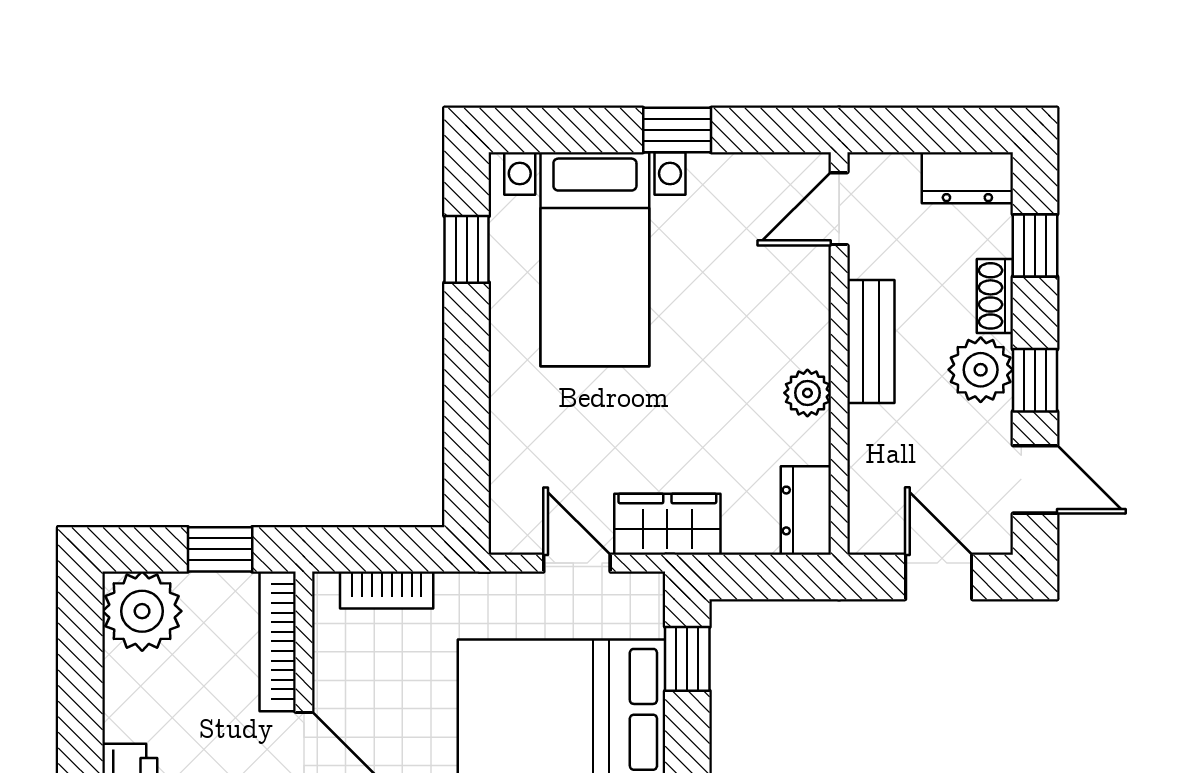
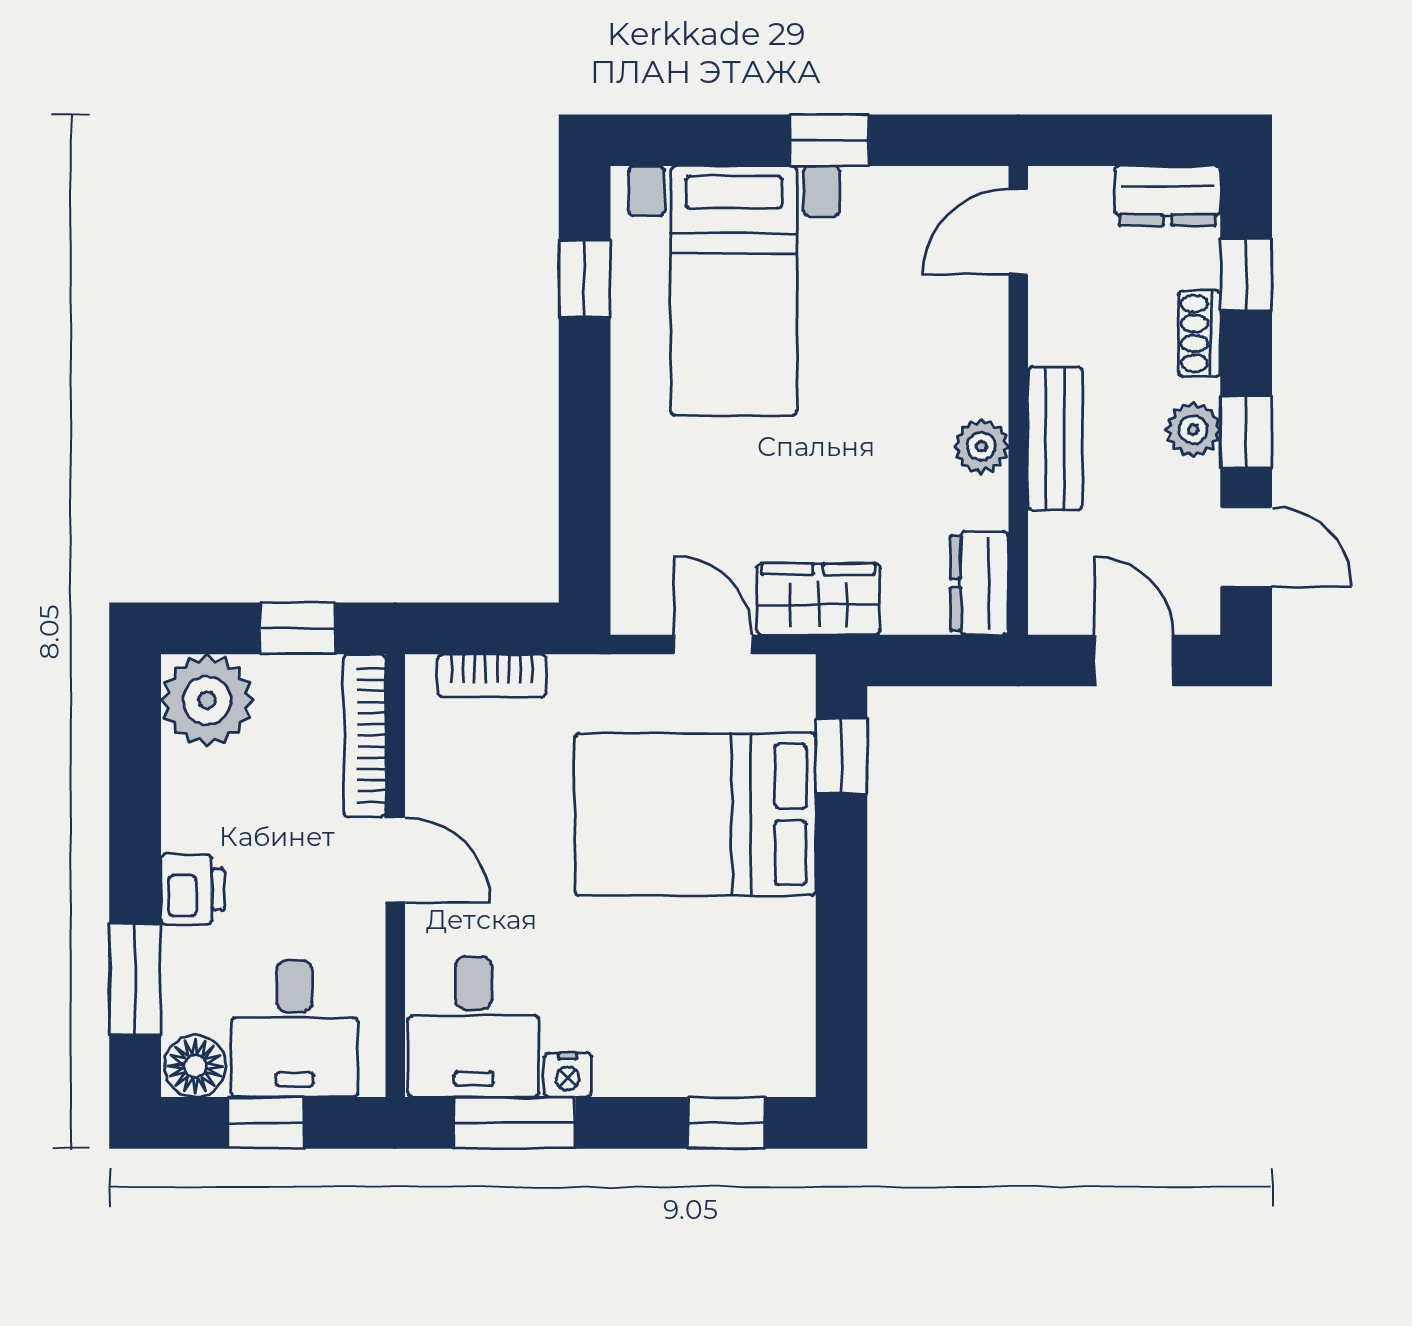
bench: (871, 342) -> (1055, 438), moved
plant: (981, 370) -> (1193, 430), width x0.73, depth x0.73

